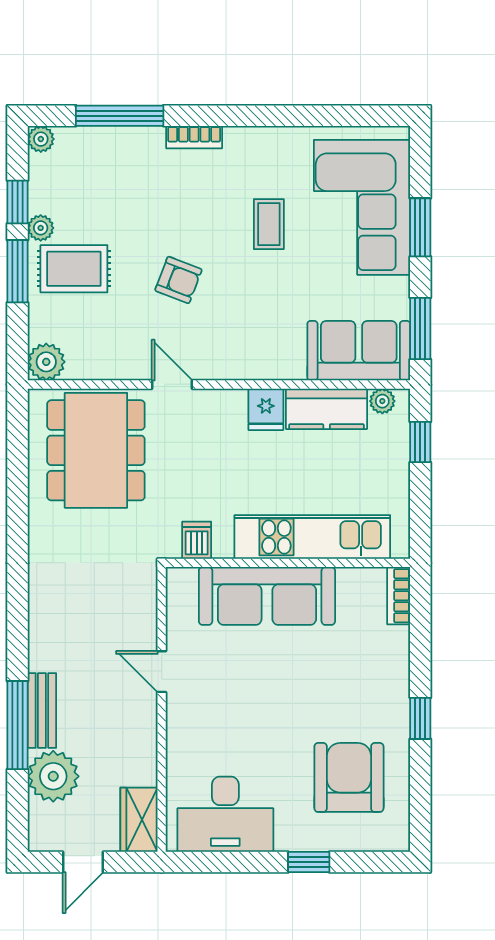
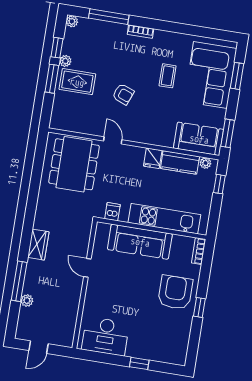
window: (420, 227) -> (237, 76), moved
plant: (46, 362) -> (58, 121), removed
bench: (42, 711) -> (31, 277), removed
plant: (53, 776) -> (27, 301), width x0.53, depth x0.53
armchair: (349, 777) -> (175, 292), moved
wardrobe: (139, 820) -> (38, 245), moved, turned 180

